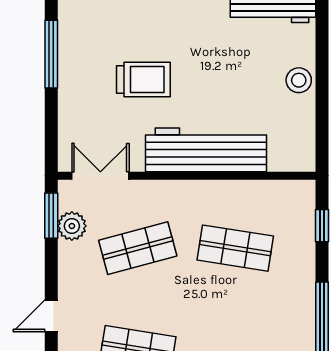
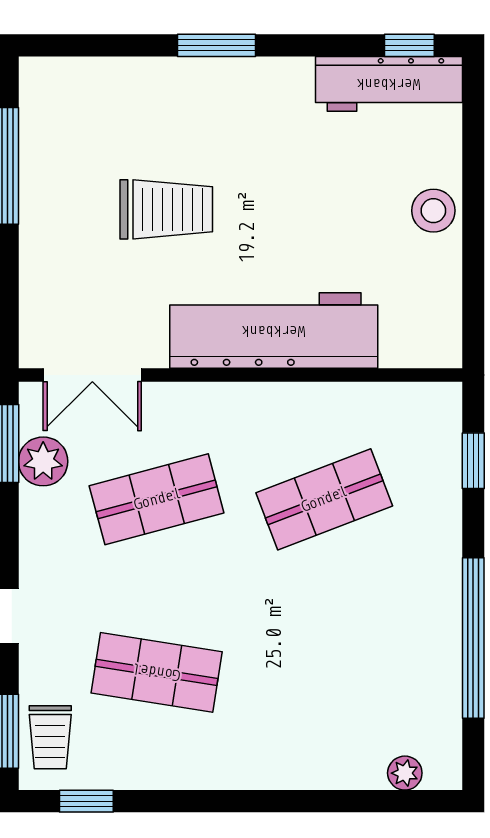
double door: (100, 176) -> (92, 375), swing flipped
shop shelf: (235, 248) -> (324, 499), turned -30

